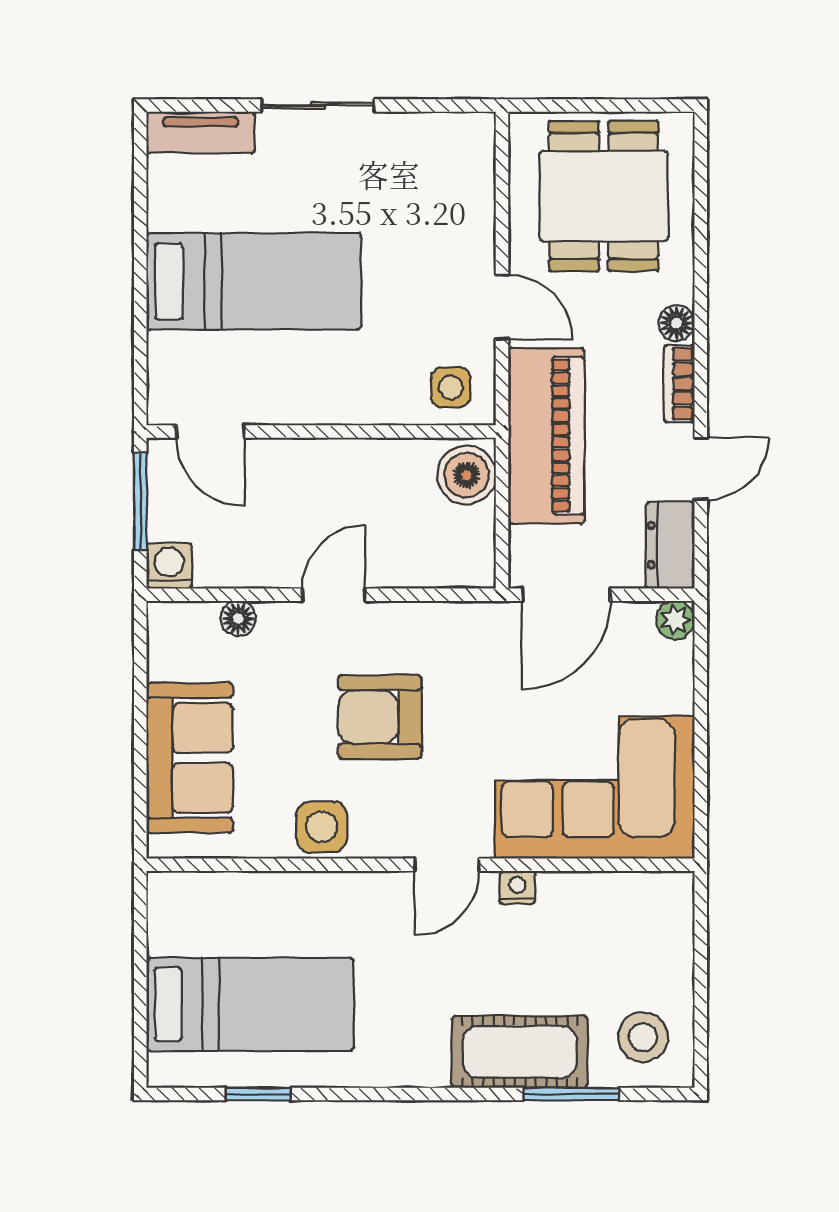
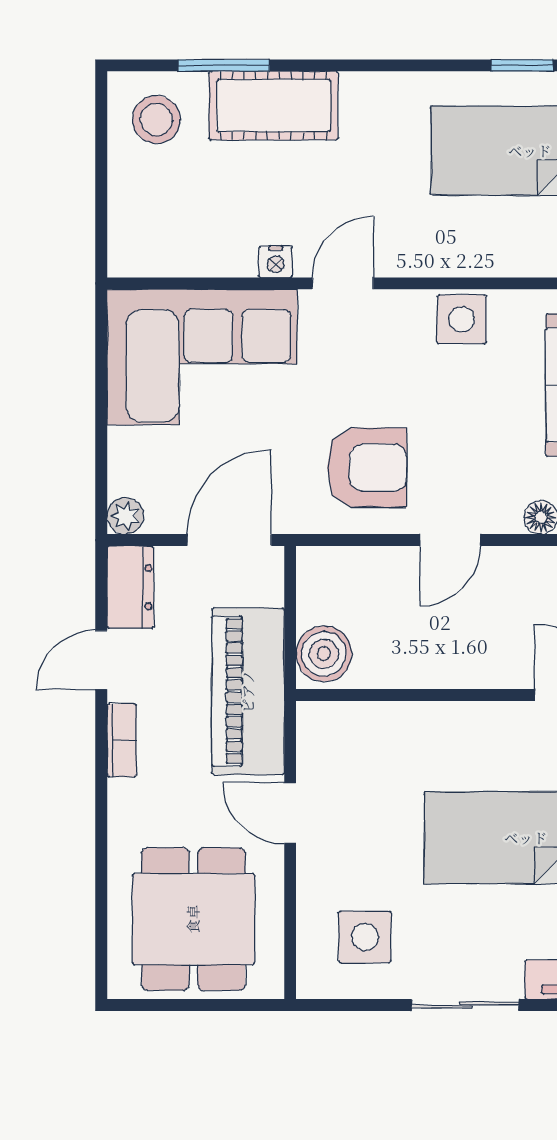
floor lamp: (676, 323) -> (124, 798), removed
side table: (451, 387) -> (365, 937), moved, width x1.37, depth x1.37
armchair: (380, 717) -> (367, 468), moved

